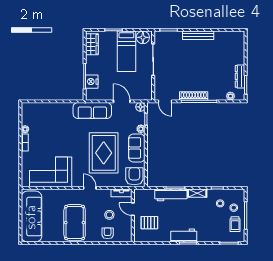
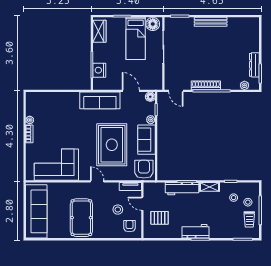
armchair: (108, 233) -> (129, 226), moved

